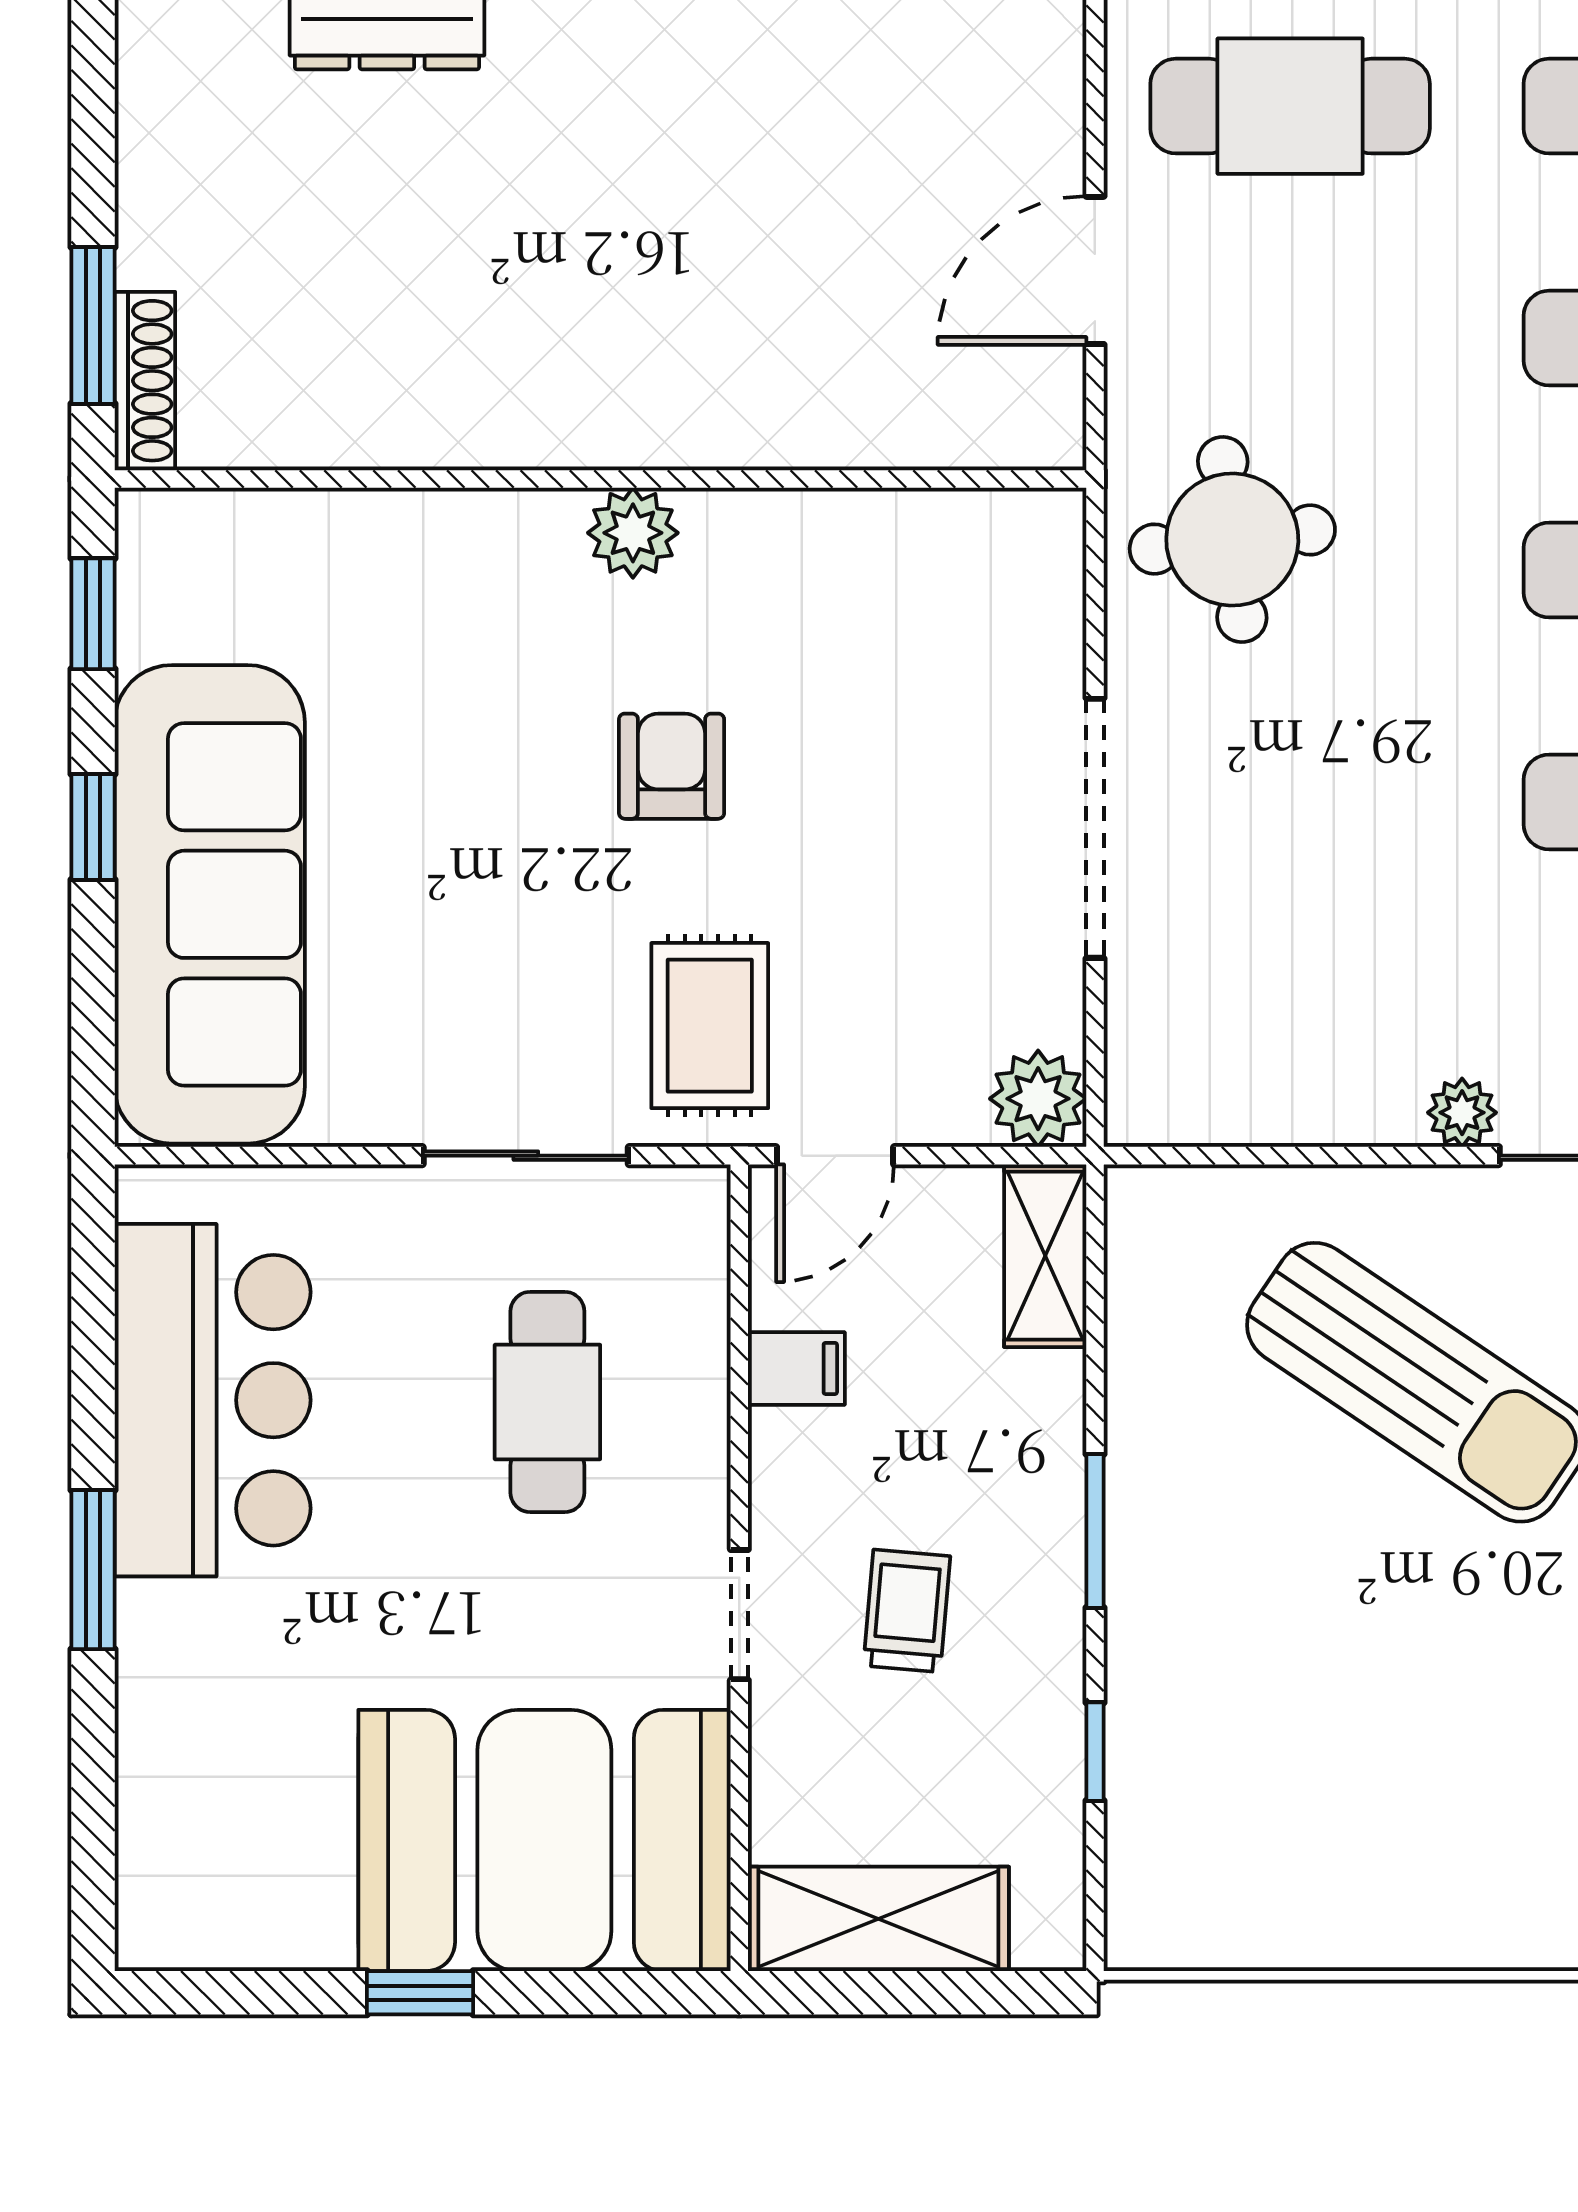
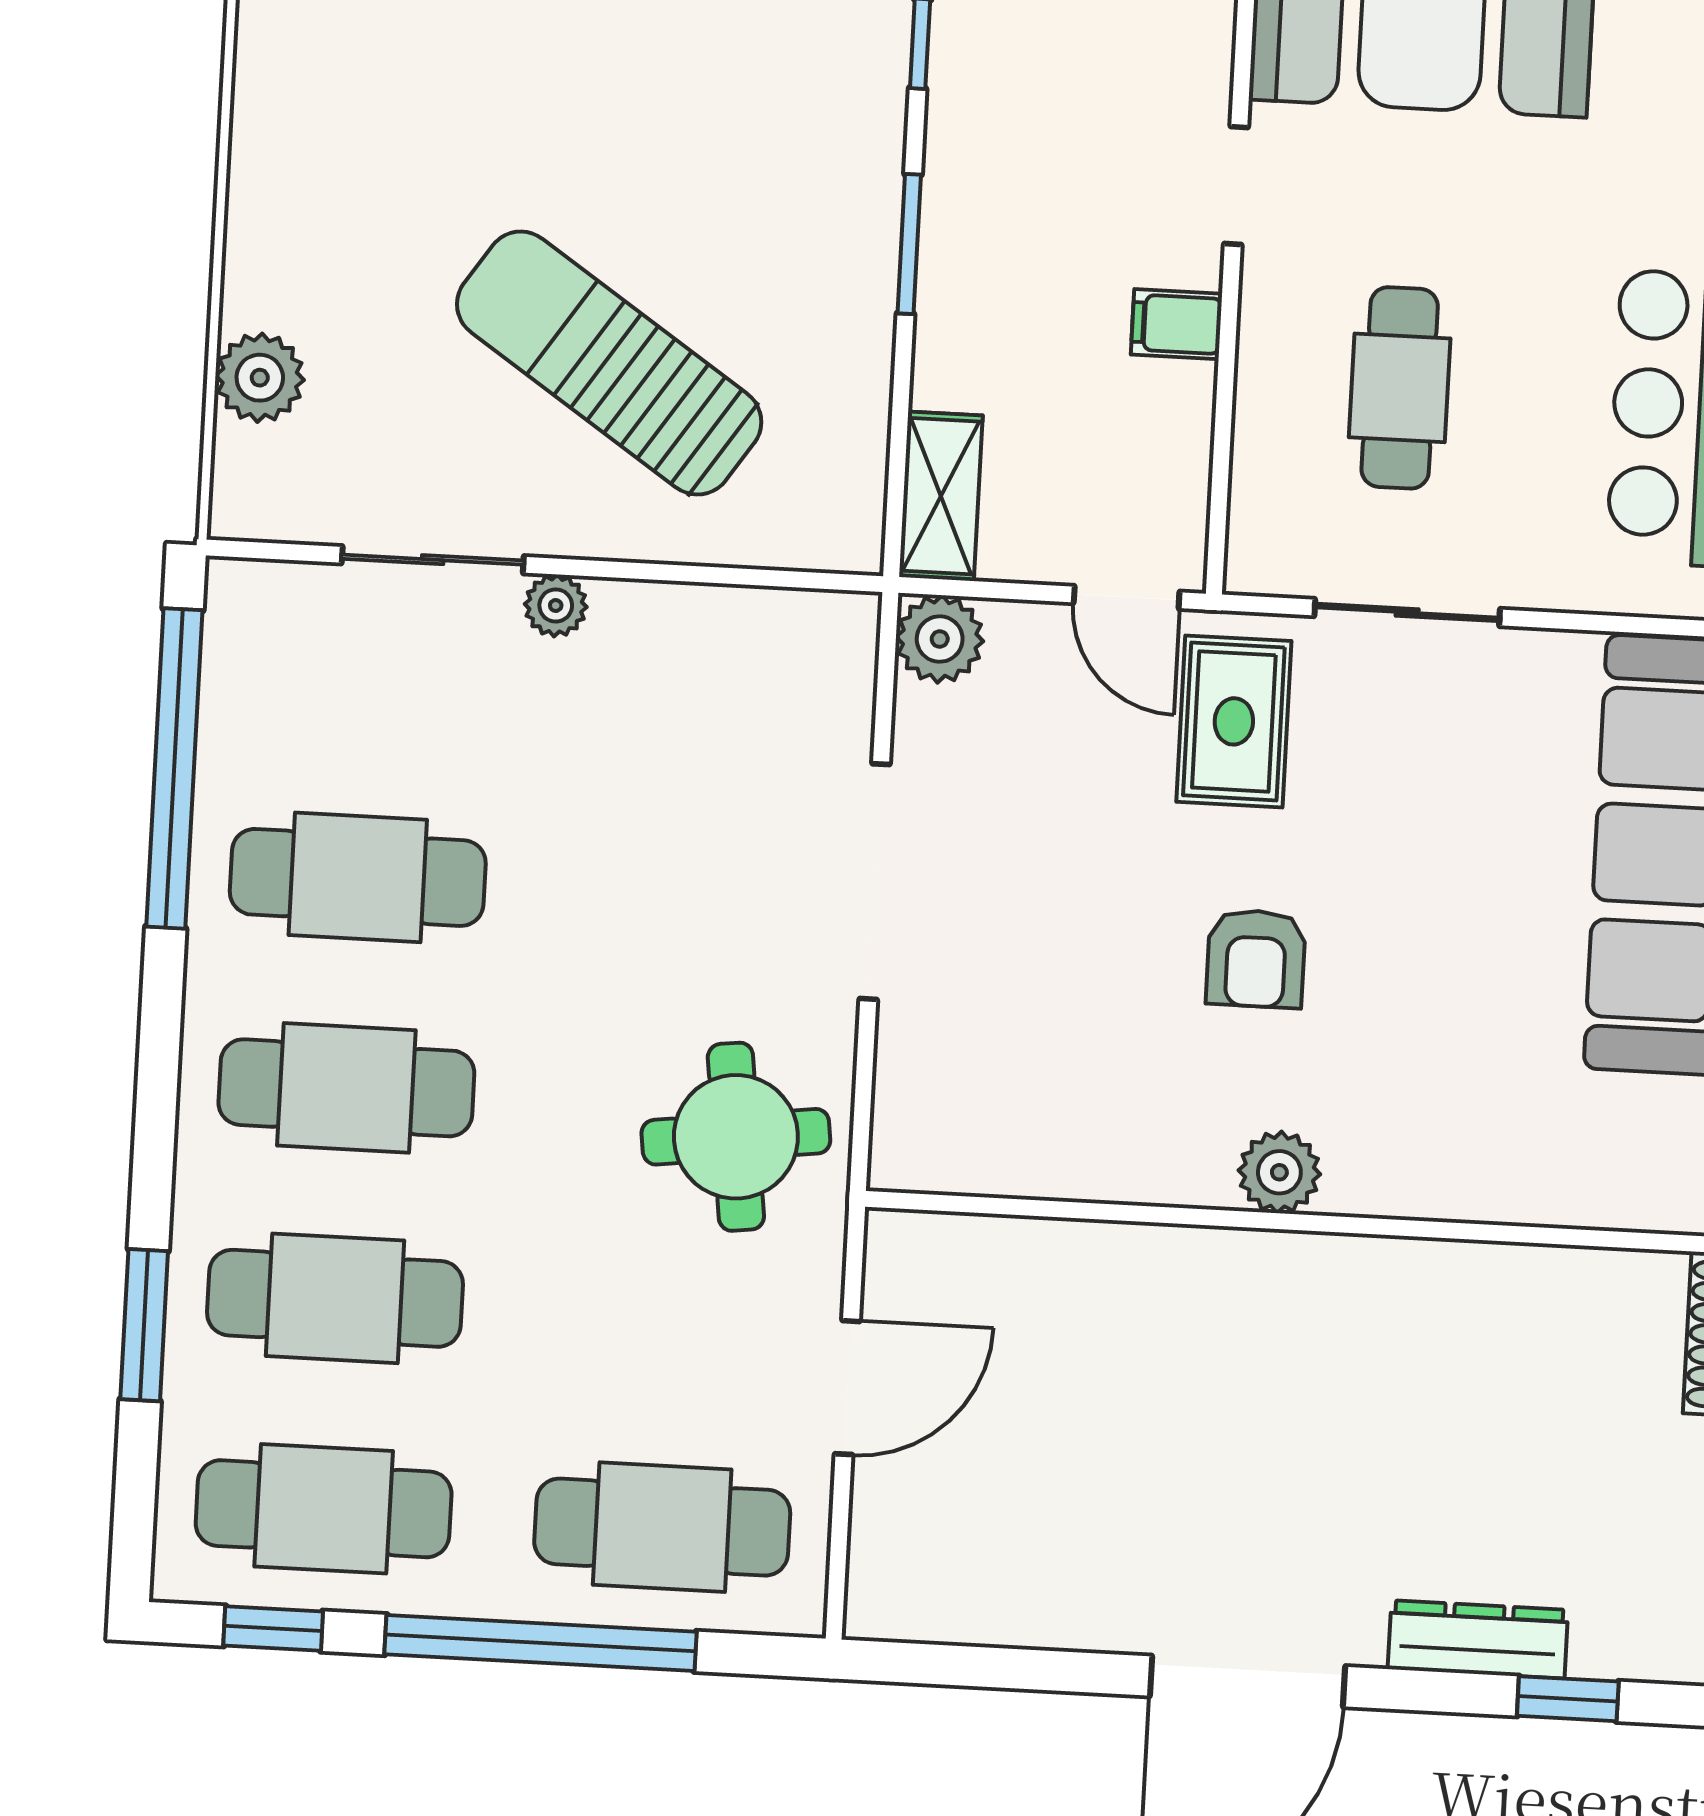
door: (835, 1156) -> (1127, 597), swing flipped
filing cabinet: (796, 1368) -> (1177, 324), moved
trolley: (907, 1611) -> (1084, 181), removed

